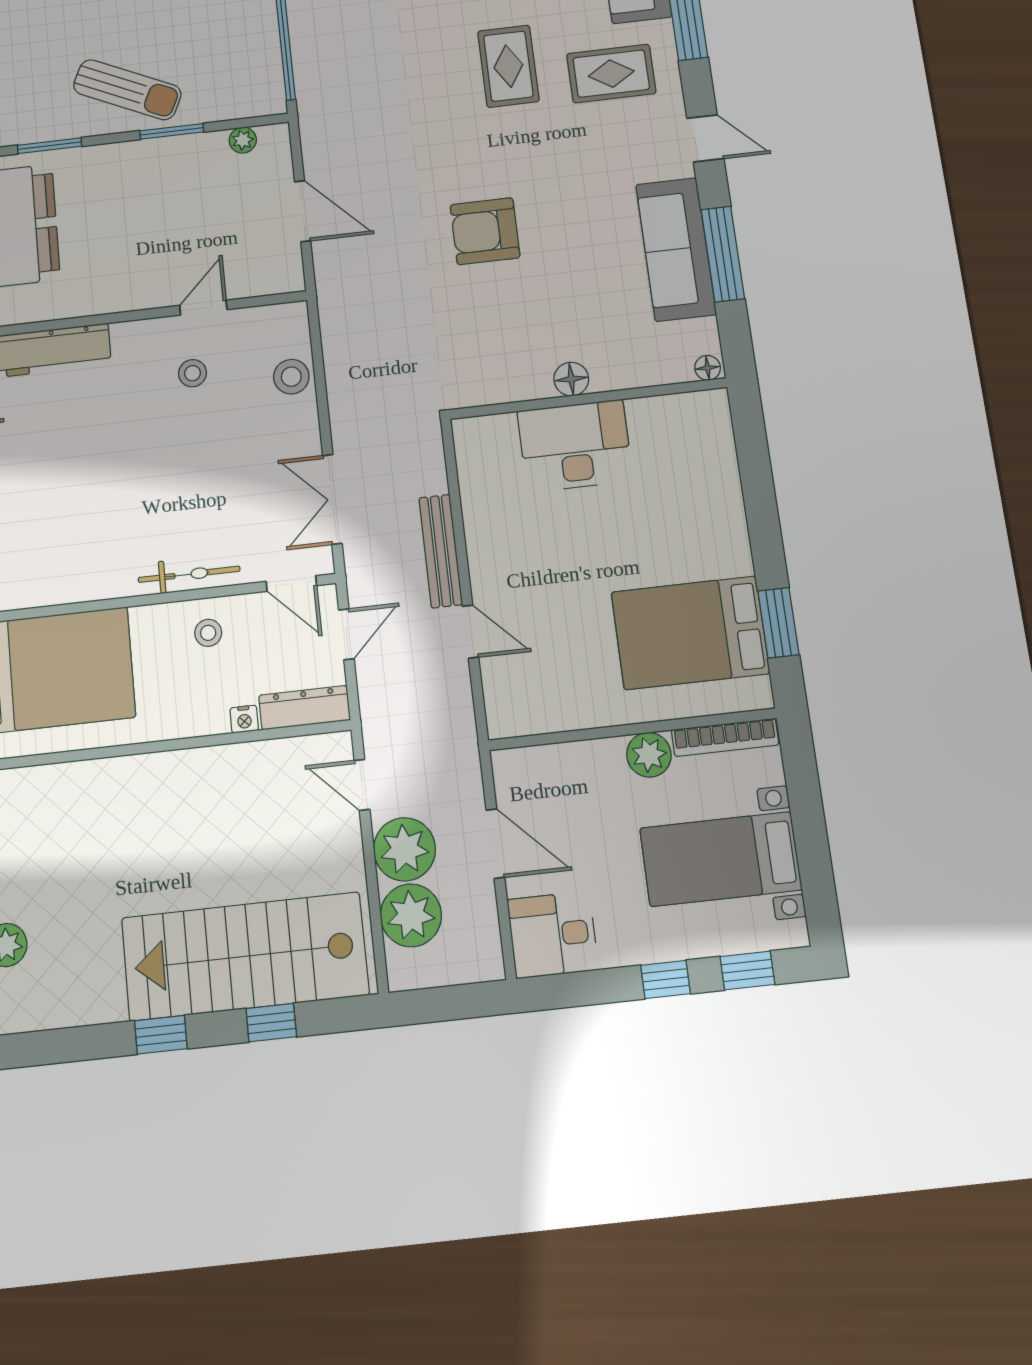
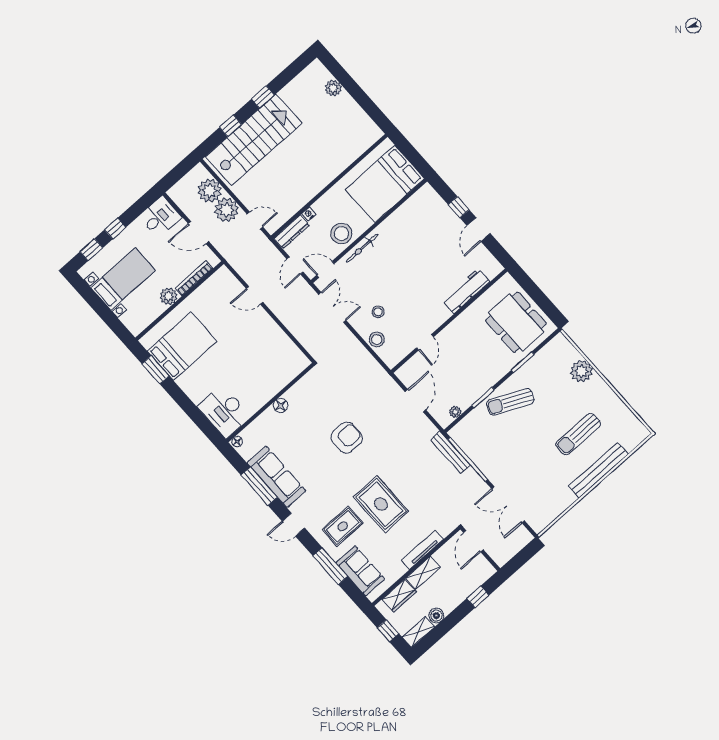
rug: (508, 66) -> (381, 504), width x1.36, depth x1.43
door: (303, 211) -> (415, 401), swing flipped
stool: (192, 373) -> (378, 312), moved
desk: (575, 446) -> (224, 412), moved, turned 90
bench: (441, 551) -> (450, 452), moved
stool: (208, 633) -> (341, 234), width x1.89, depth x1.89
bookcase: (725, 737) -> (194, 278), moved

